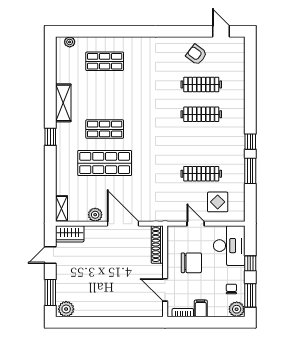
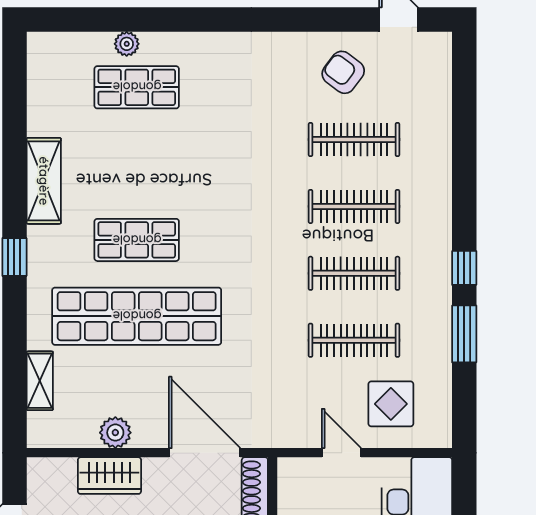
plant: (70, 42) -> (127, 44), moved
clothes rail: (201, 144) -> (354, 273), added
shop shelf: (105, 163) -> (137, 316), width x1.40
shelving: (62, 209) -> (40, 381), moved
door: (123, 224) -> (205, 453), moved
wardrobe: (70, 234) -> (109, 476), moved

